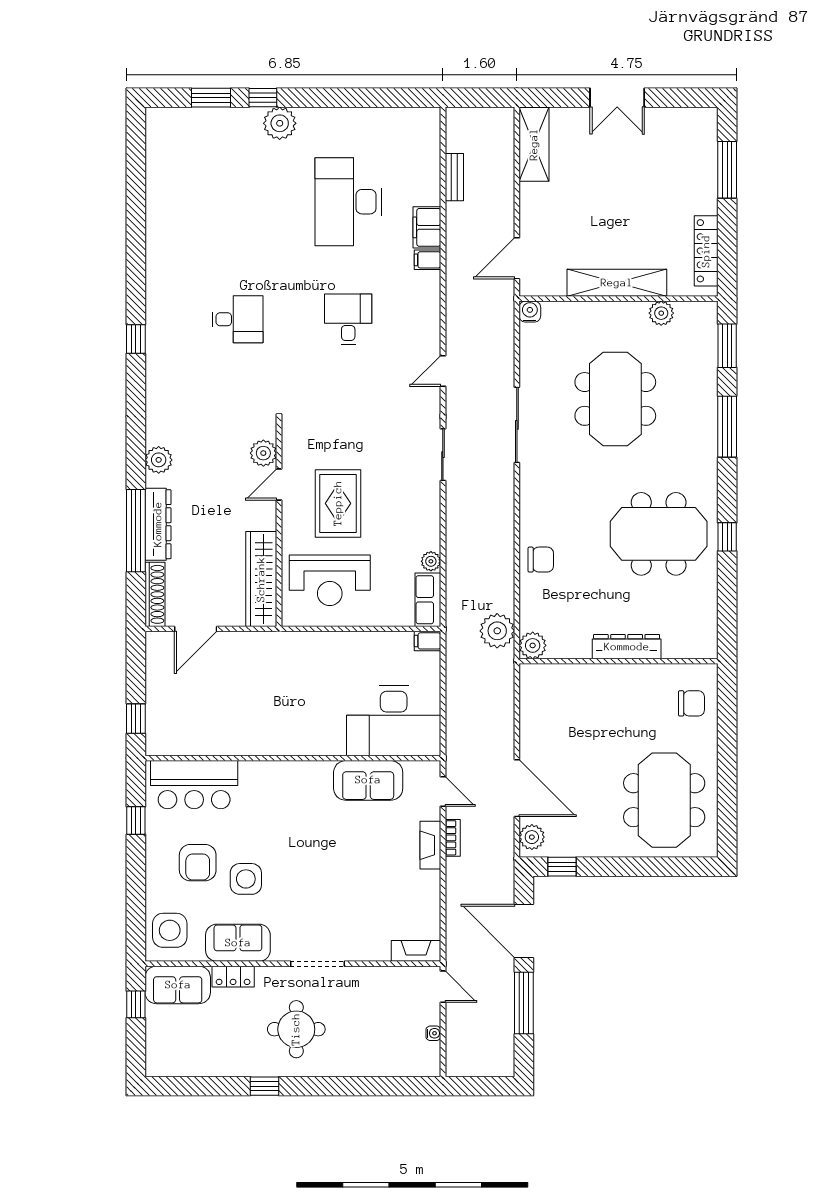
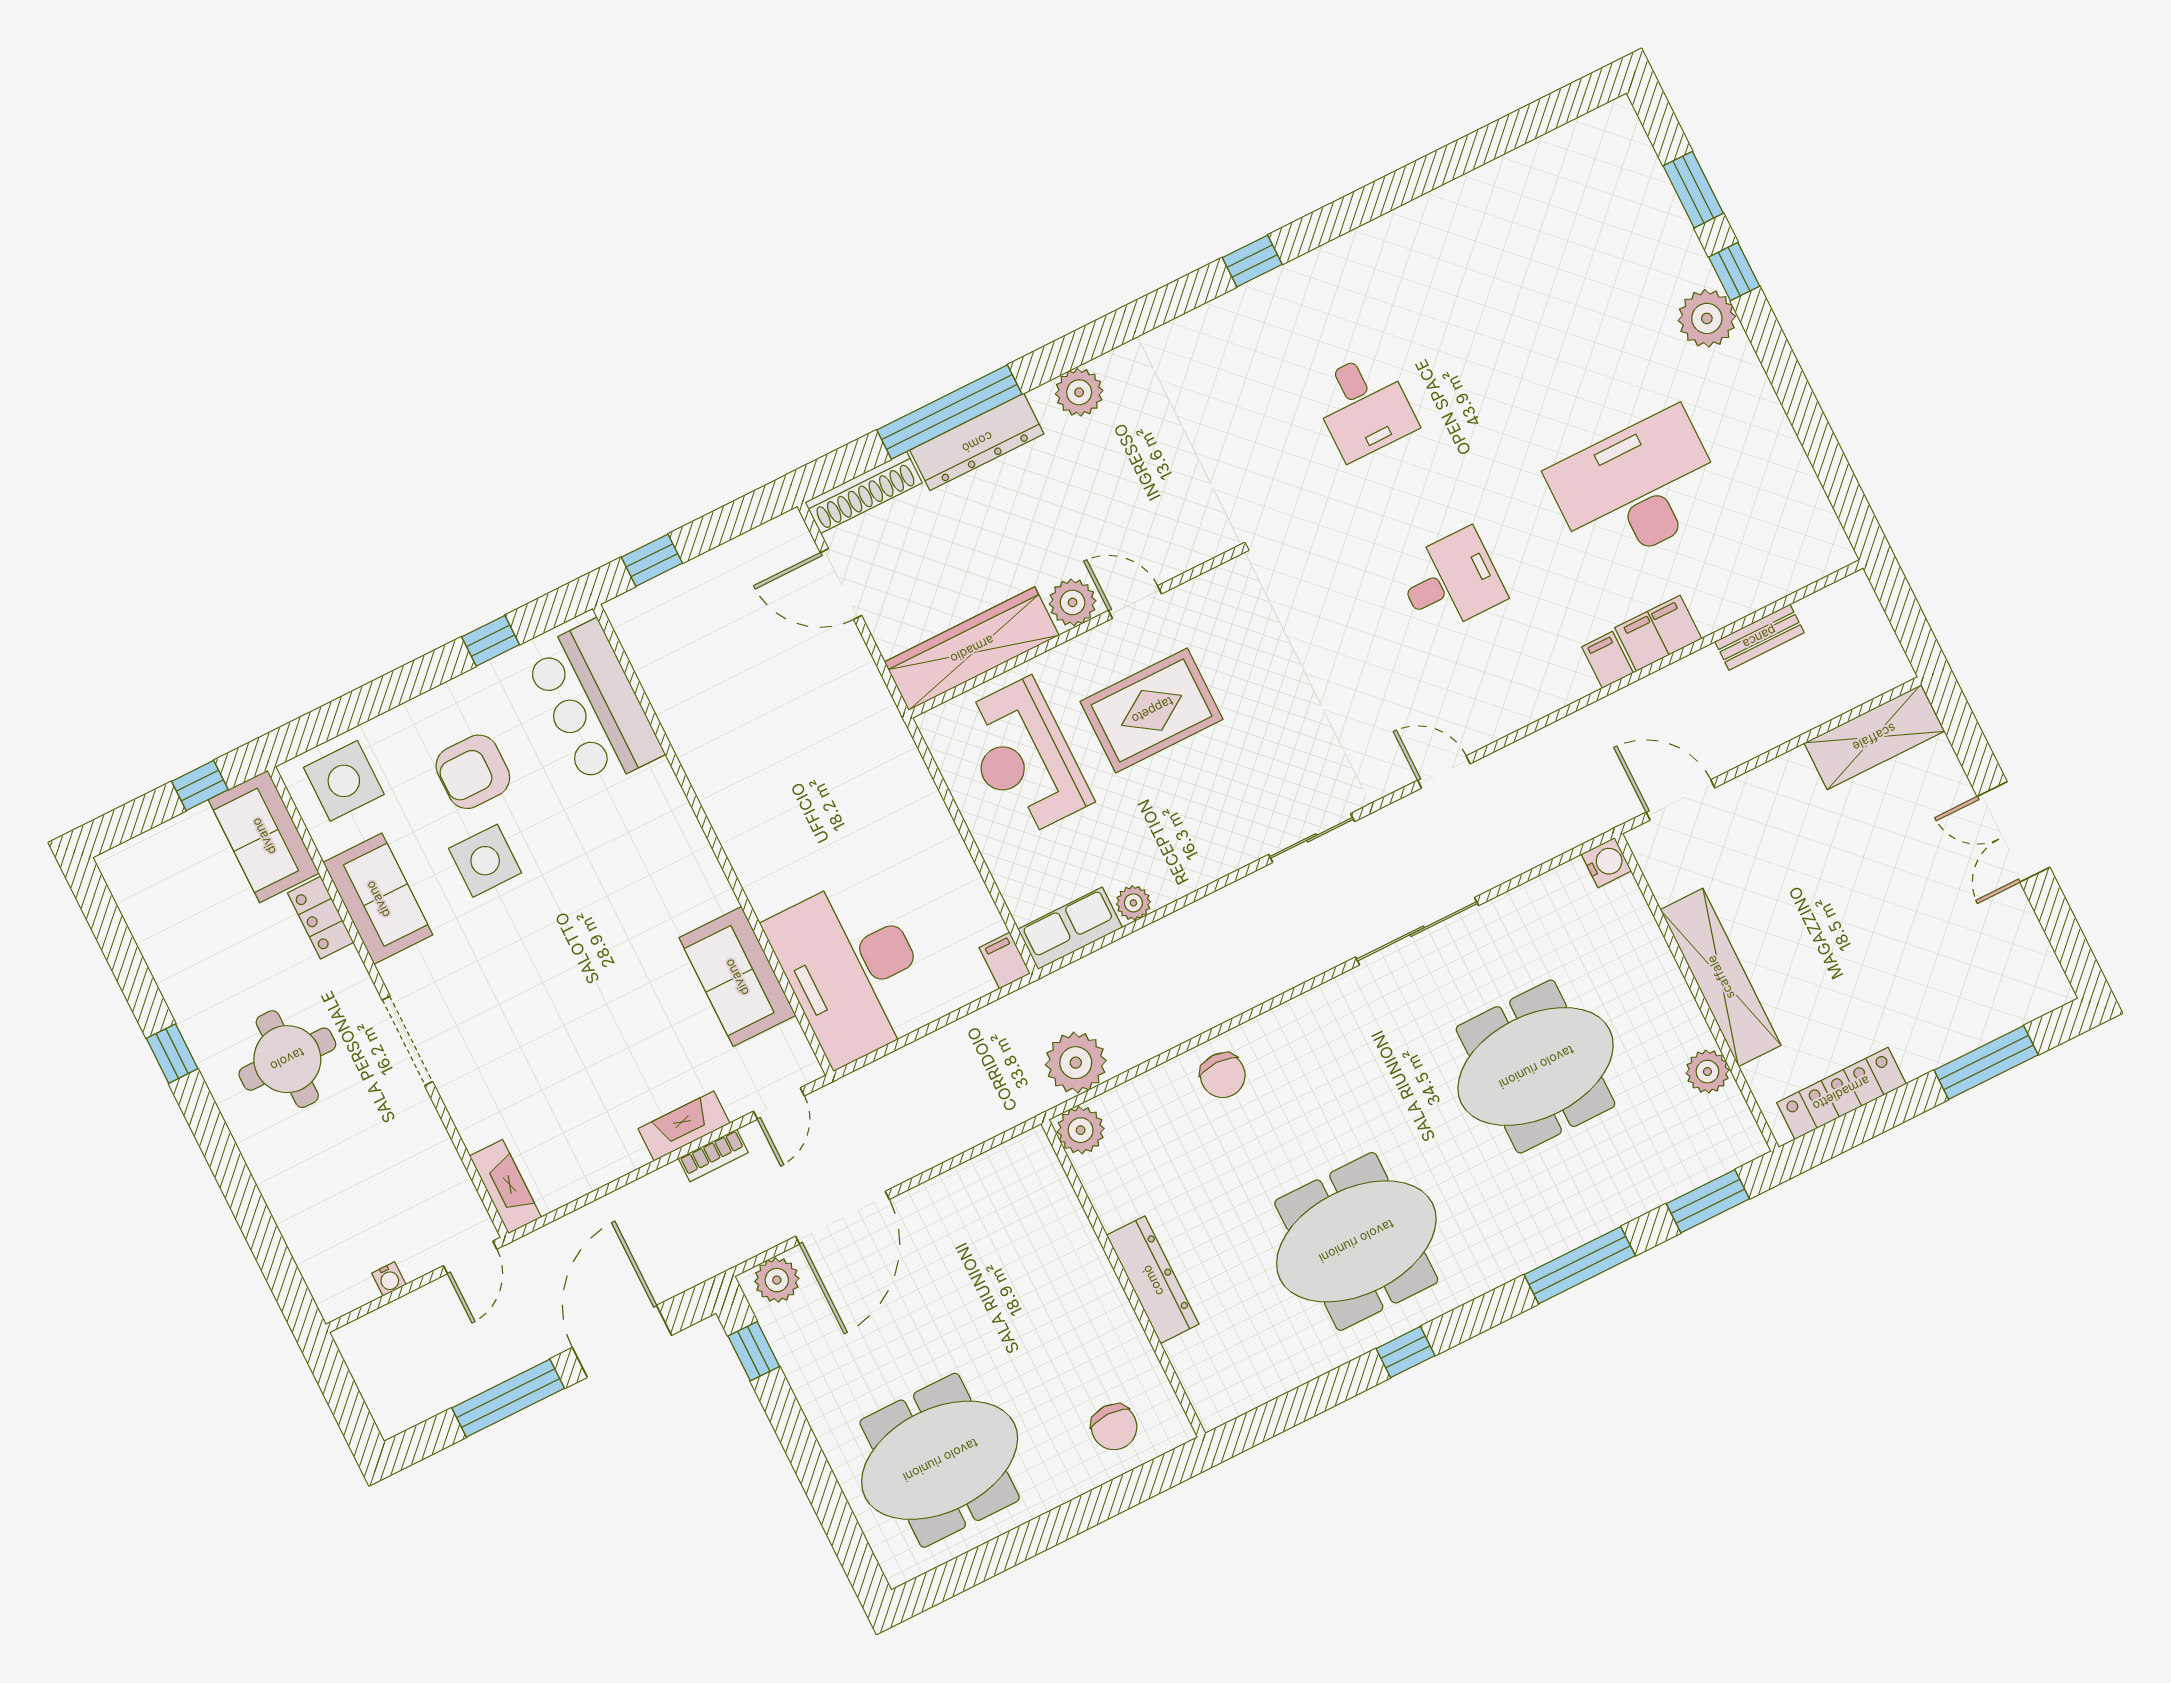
plant: (263, 453) -> (1073, 602), moved
meeting table: (659, 534) -> (1356, 1241), turned 90

